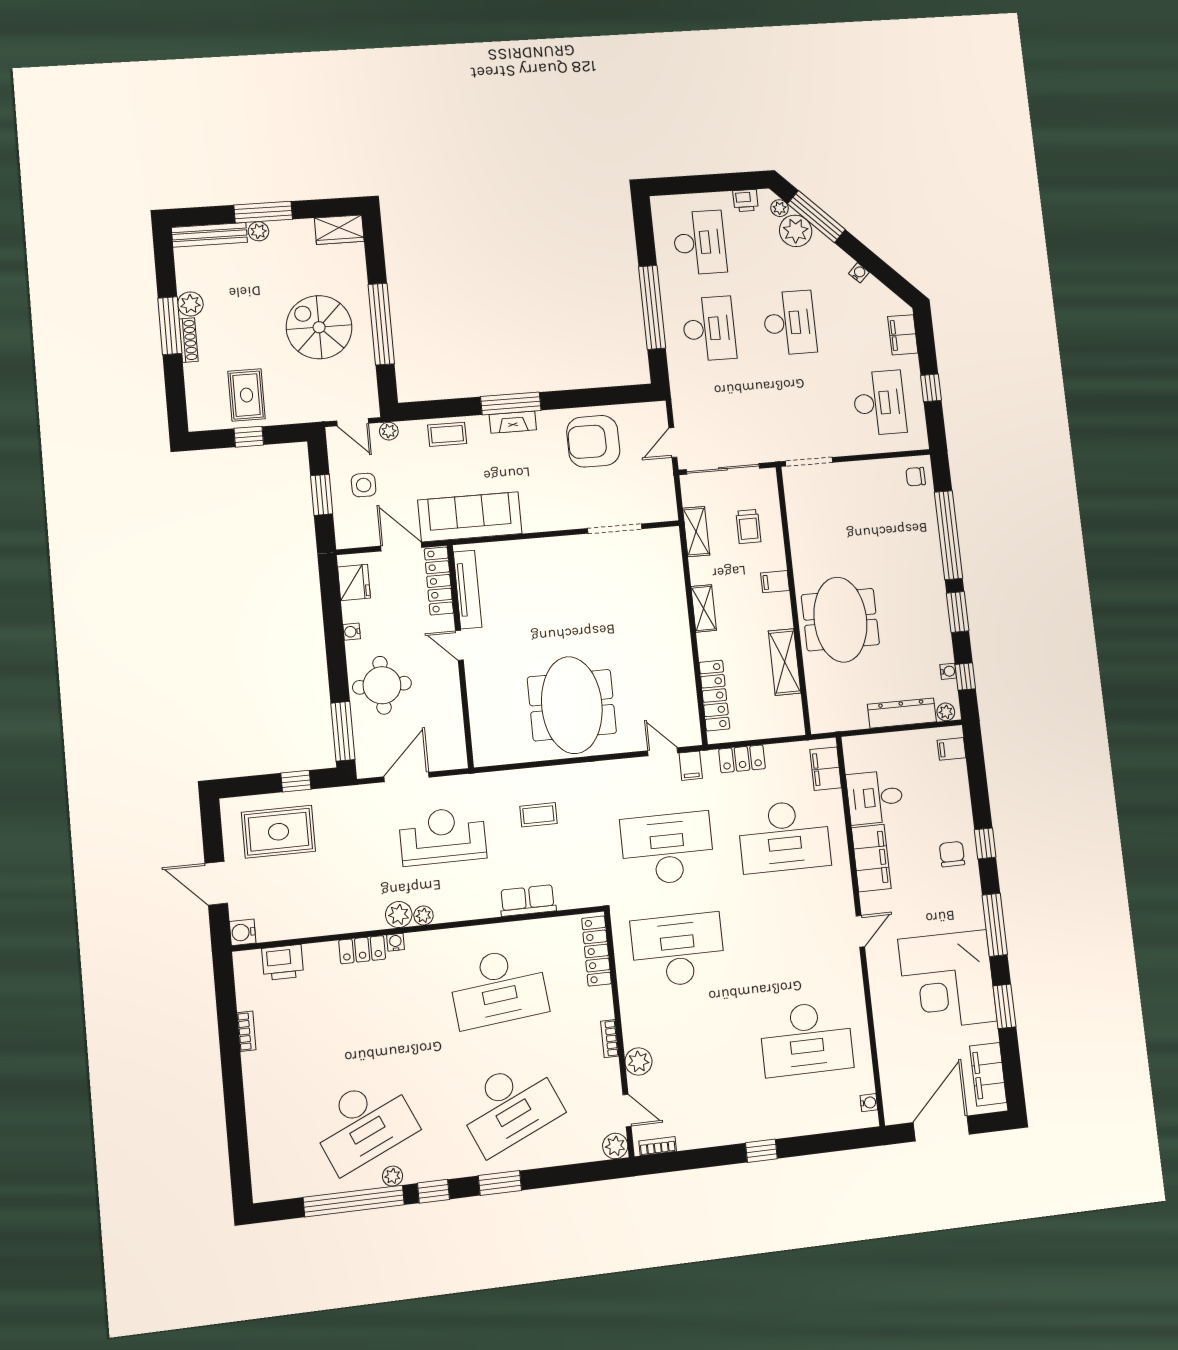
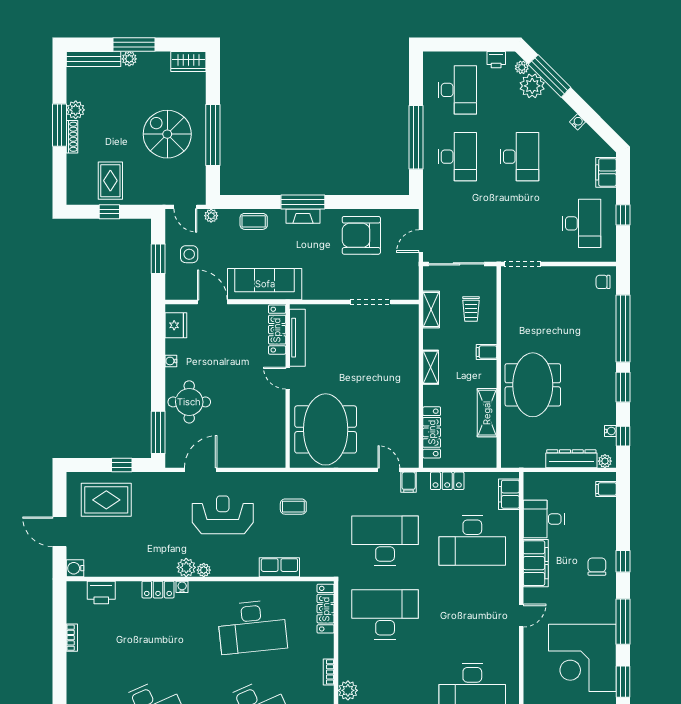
locker: (439, 581) -> (277, 330), moved
tv unit: (468, 589) -> (297, 338), moved
door: (459, 645) -> (288, 378), moved
wall: (460, 656) -> (288, 386), moved

